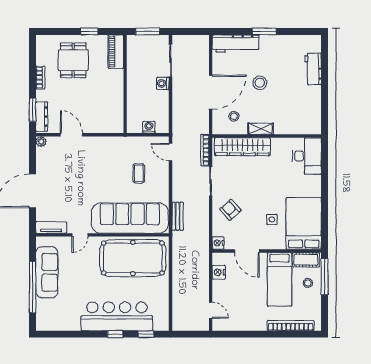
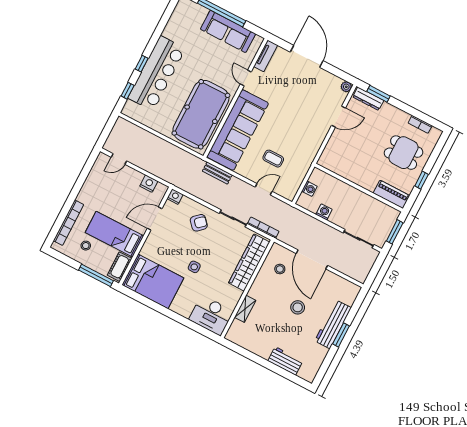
workbench: (236, 44) -> (333, 324), moved
bookcase: (40, 77) -> (420, 124), moved
washing machine: (163, 83) -> (324, 212), moved
shelving: (261, 129) -> (245, 309), moved
door: (171, 152) -> (264, 189), moved
side table: (272, 219) -> (194, 267), moved
stool: (308, 283) -> (86, 246), moved

